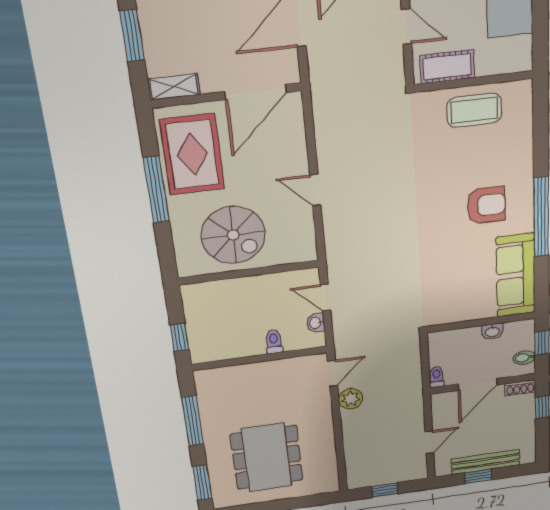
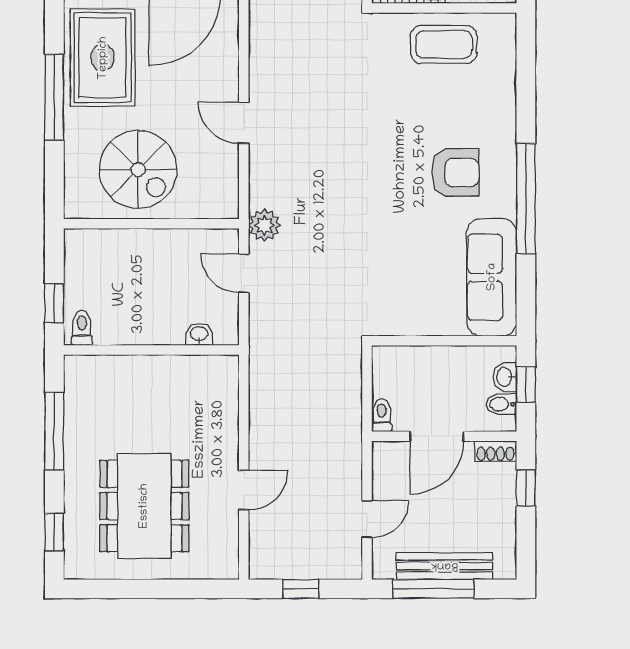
washbasin: (316, 323) -> (199, 334), moved, turned 90
washbasin: (492, 332) -> (505, 377), moved, turned 90
toilet: (274, 342) -> (82, 328), moved
door: (333, 373) -> (244, 490), moved
plant: (351, 399) -> (264, 225), moved
window: (478, 476) -> (433, 589), width x2.17
window: (202, 482) -> (54, 532), width x0.67

